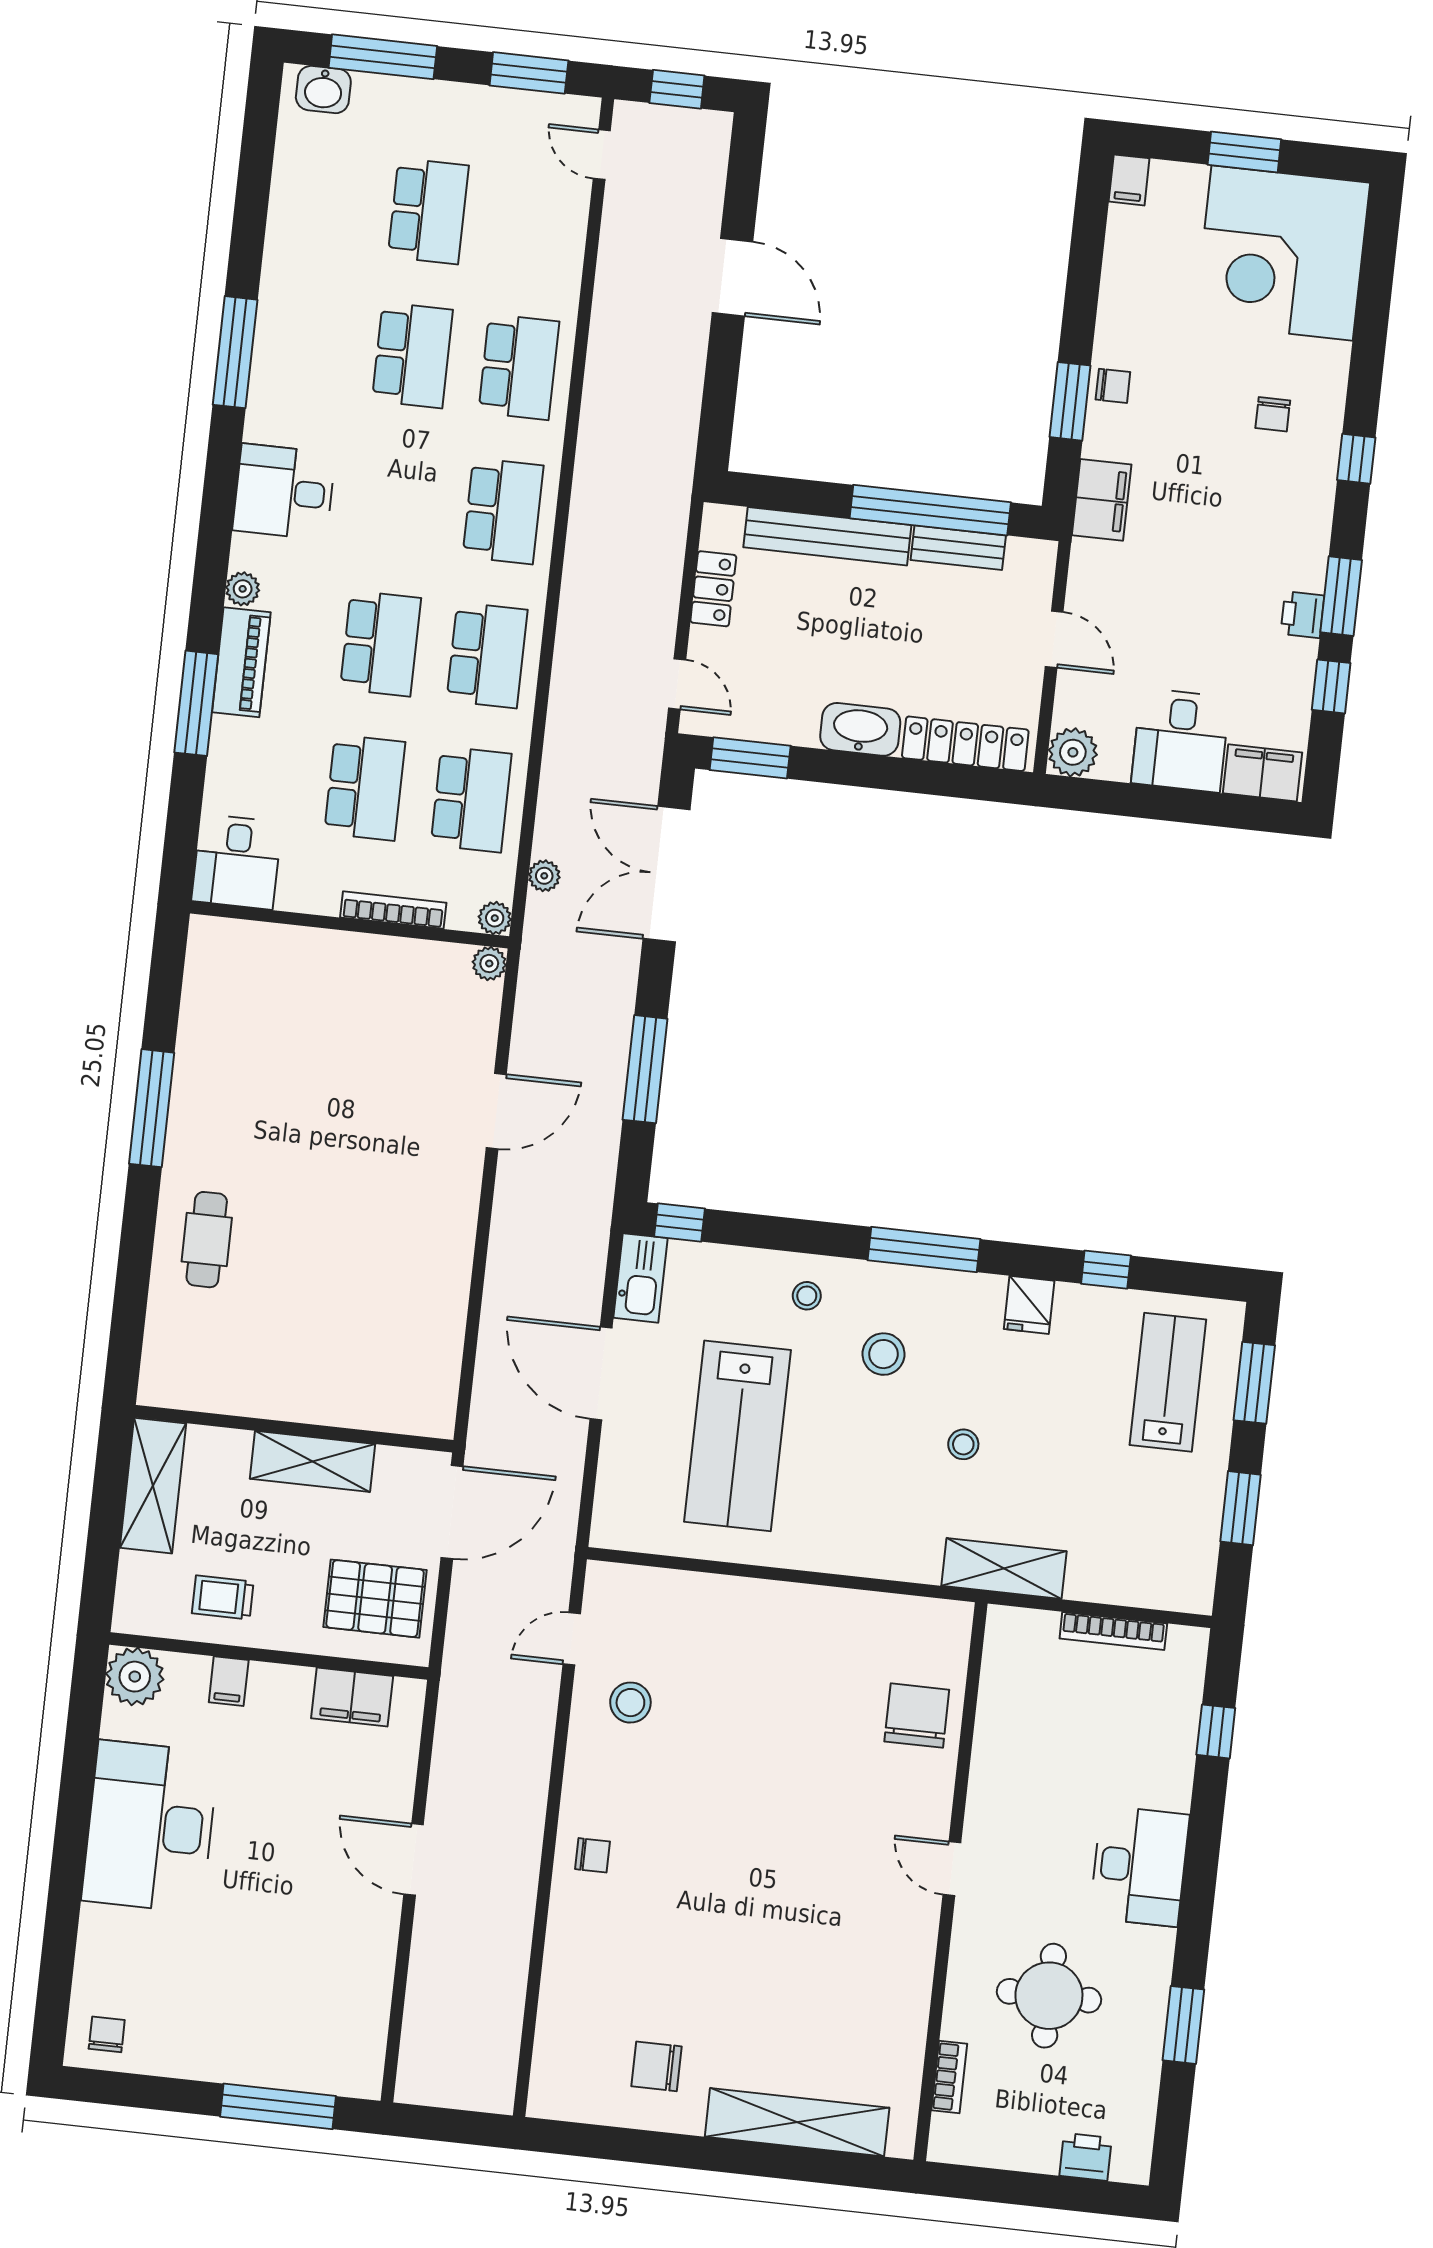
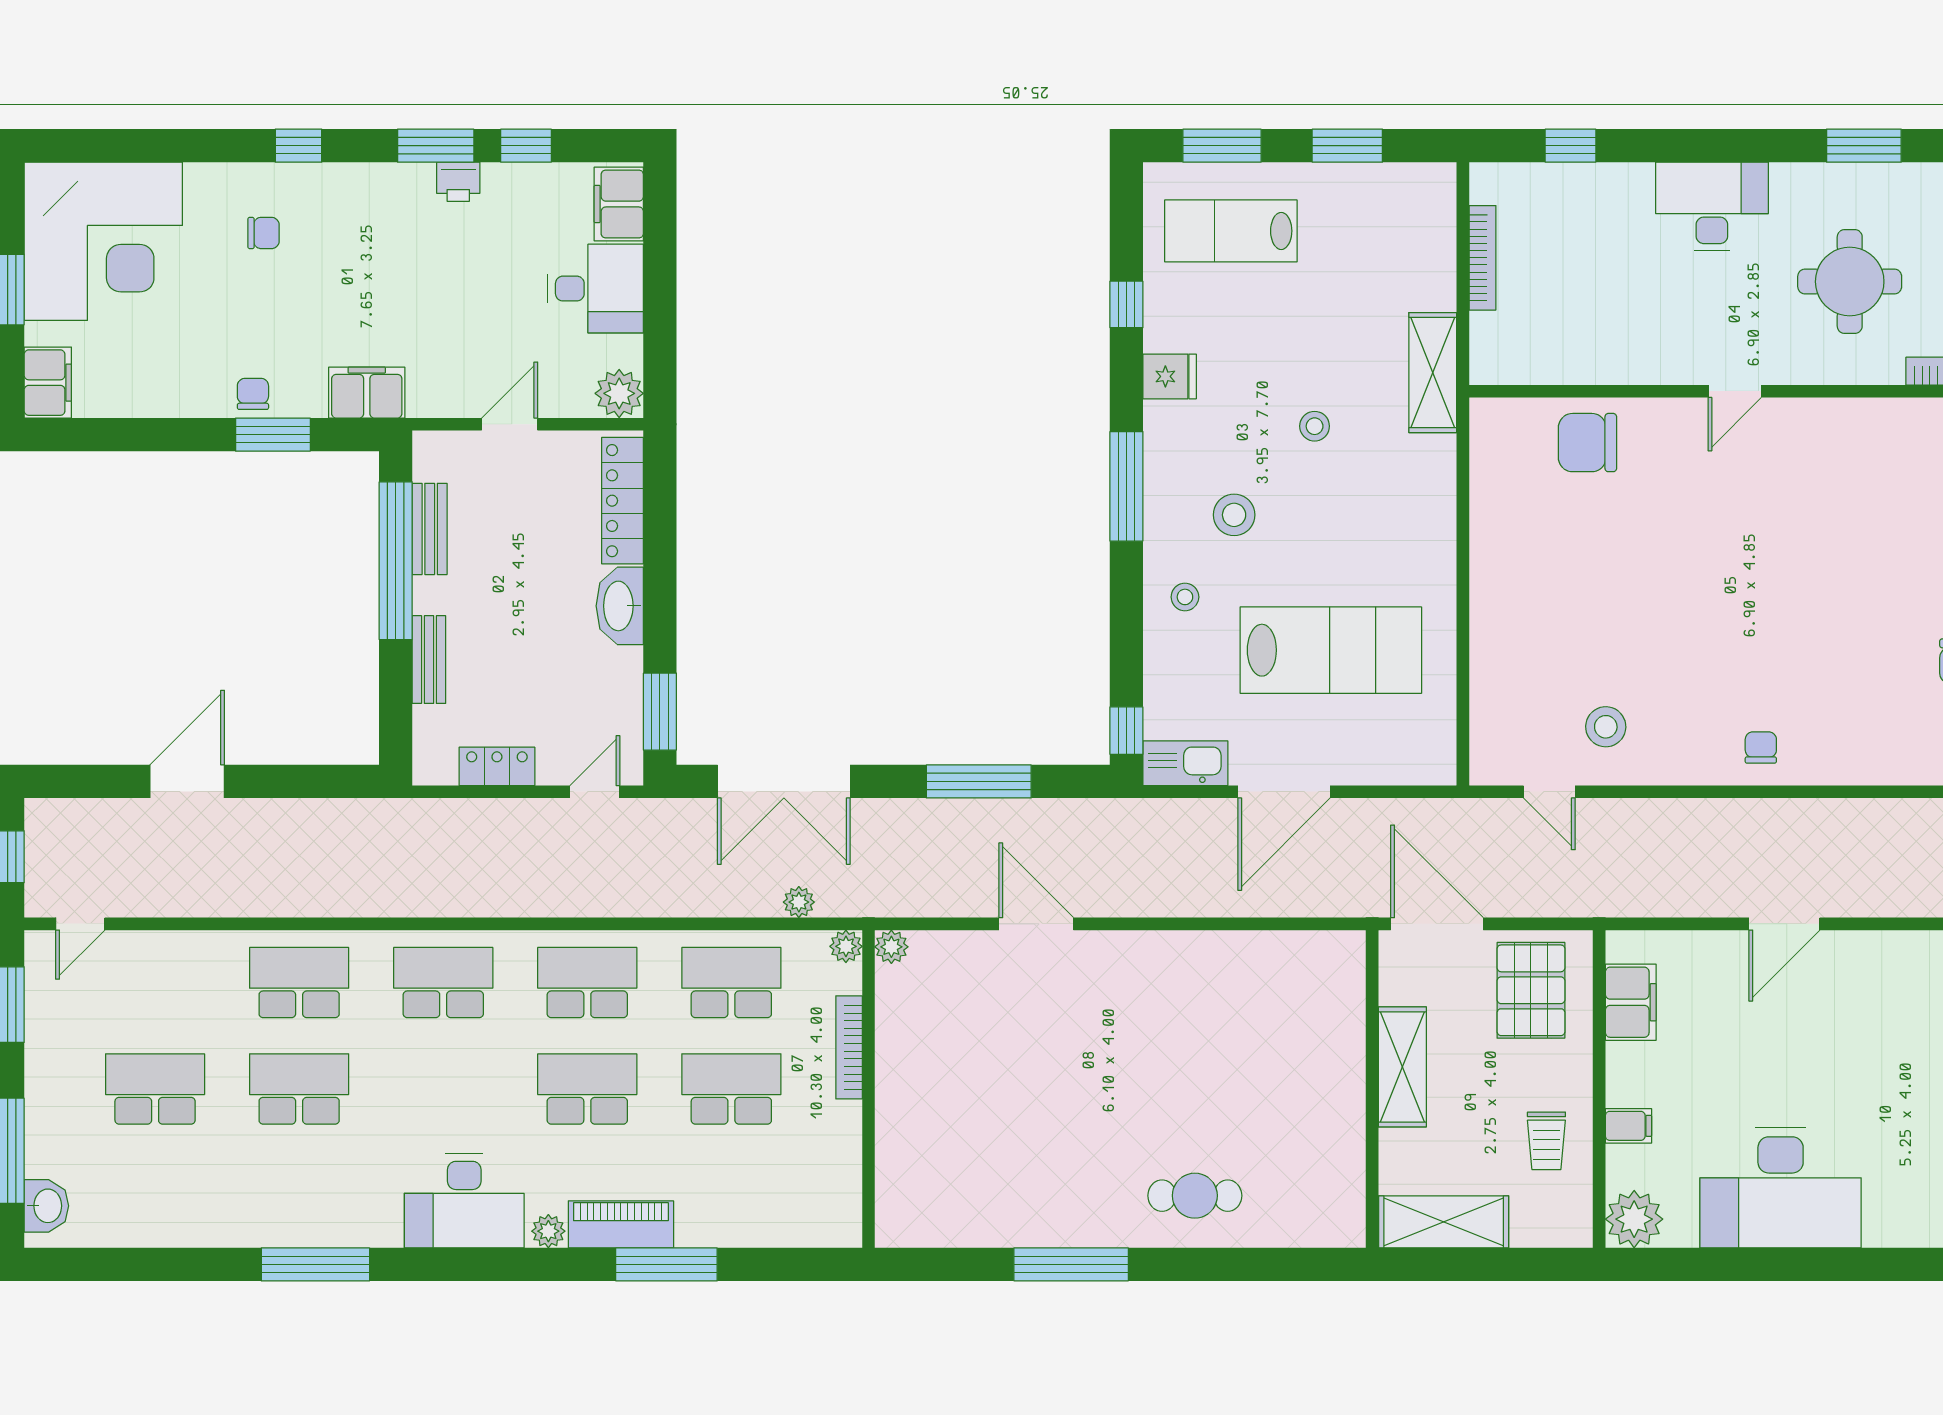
filing cabinet: (1129, 180) -> (48, 383), width x2.00
desk: (284, 492) -> (464, 1201), width x1.37
bench: (827, 536) -> (429, 660), width x0.54, depth x0.82
desk: (237, 862) -> (818, 1207), removed

